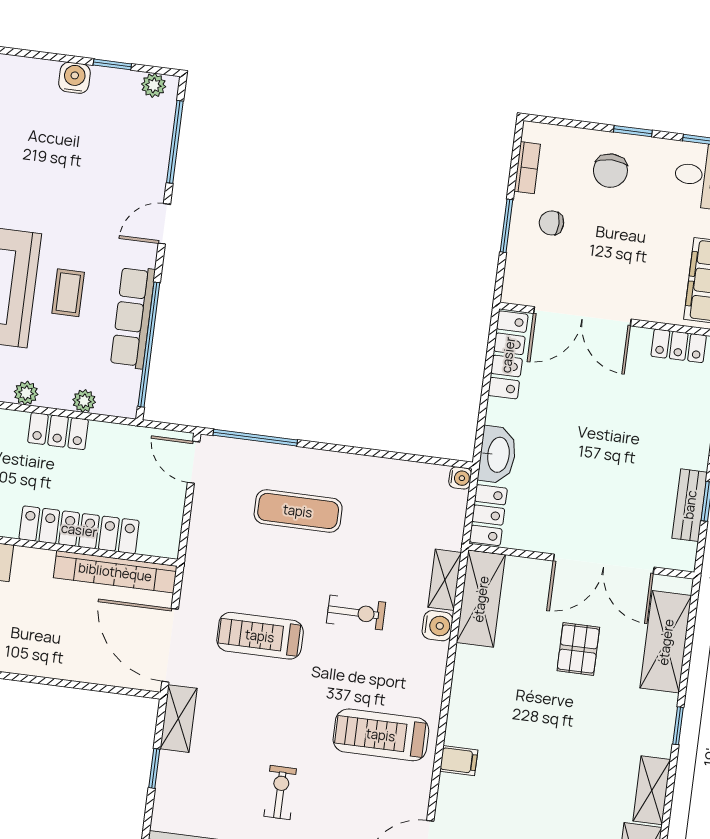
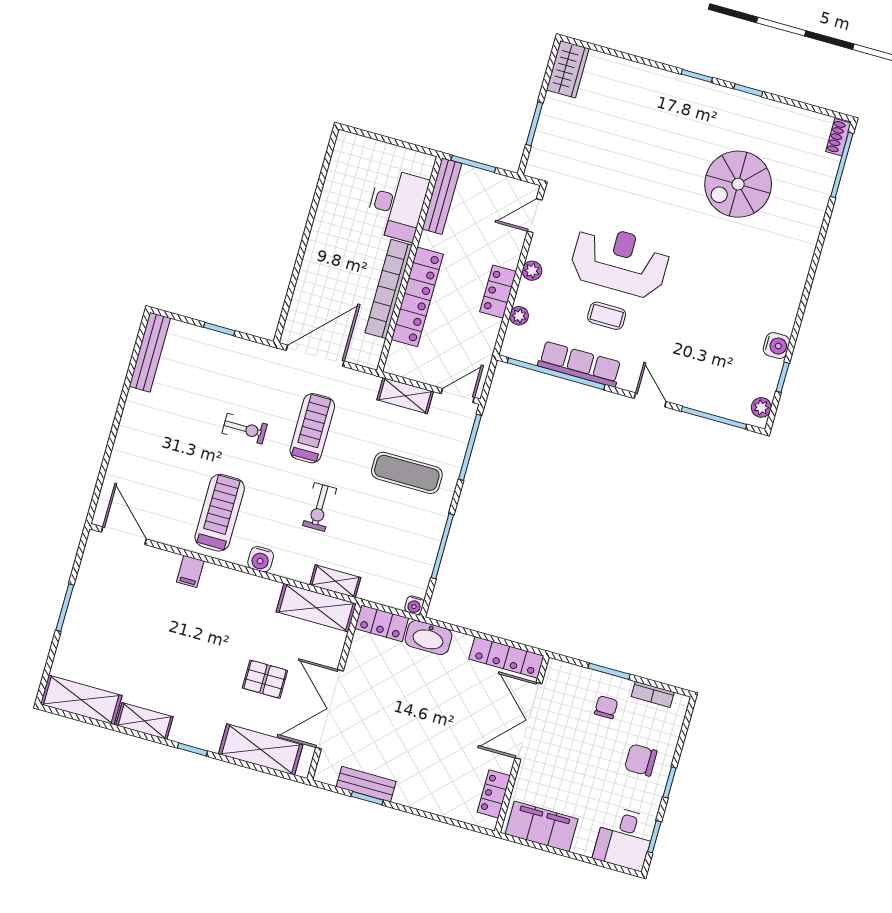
window: (382, 454) -> (442, 546), added
exercise mat: (298, 511) -> (407, 473), turned 90
bookcase: (115, 572) -> (389, 289), moved
water cooler: (437, 626) -> (261, 559), moved
shelving: (179, 719) -> (405, 396), moved
exercise bike: (280, 793) -> (245, 429), moved

